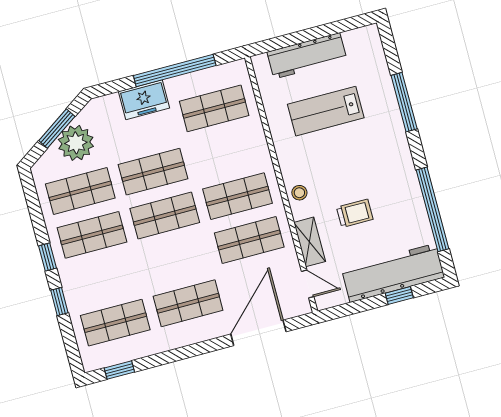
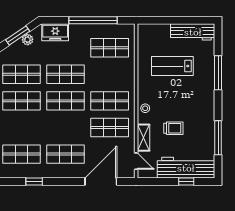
workbench: (307, 56) -> (193, 32), moved
freezer: (144, 100) -> (55, 32), moved
plant: (76, 143) -> (27, 40), width x0.53, depth x0.53
window: (433, 209) -> (218, 138), width x0.68
window: (119, 370) -> (34, 181), moved

